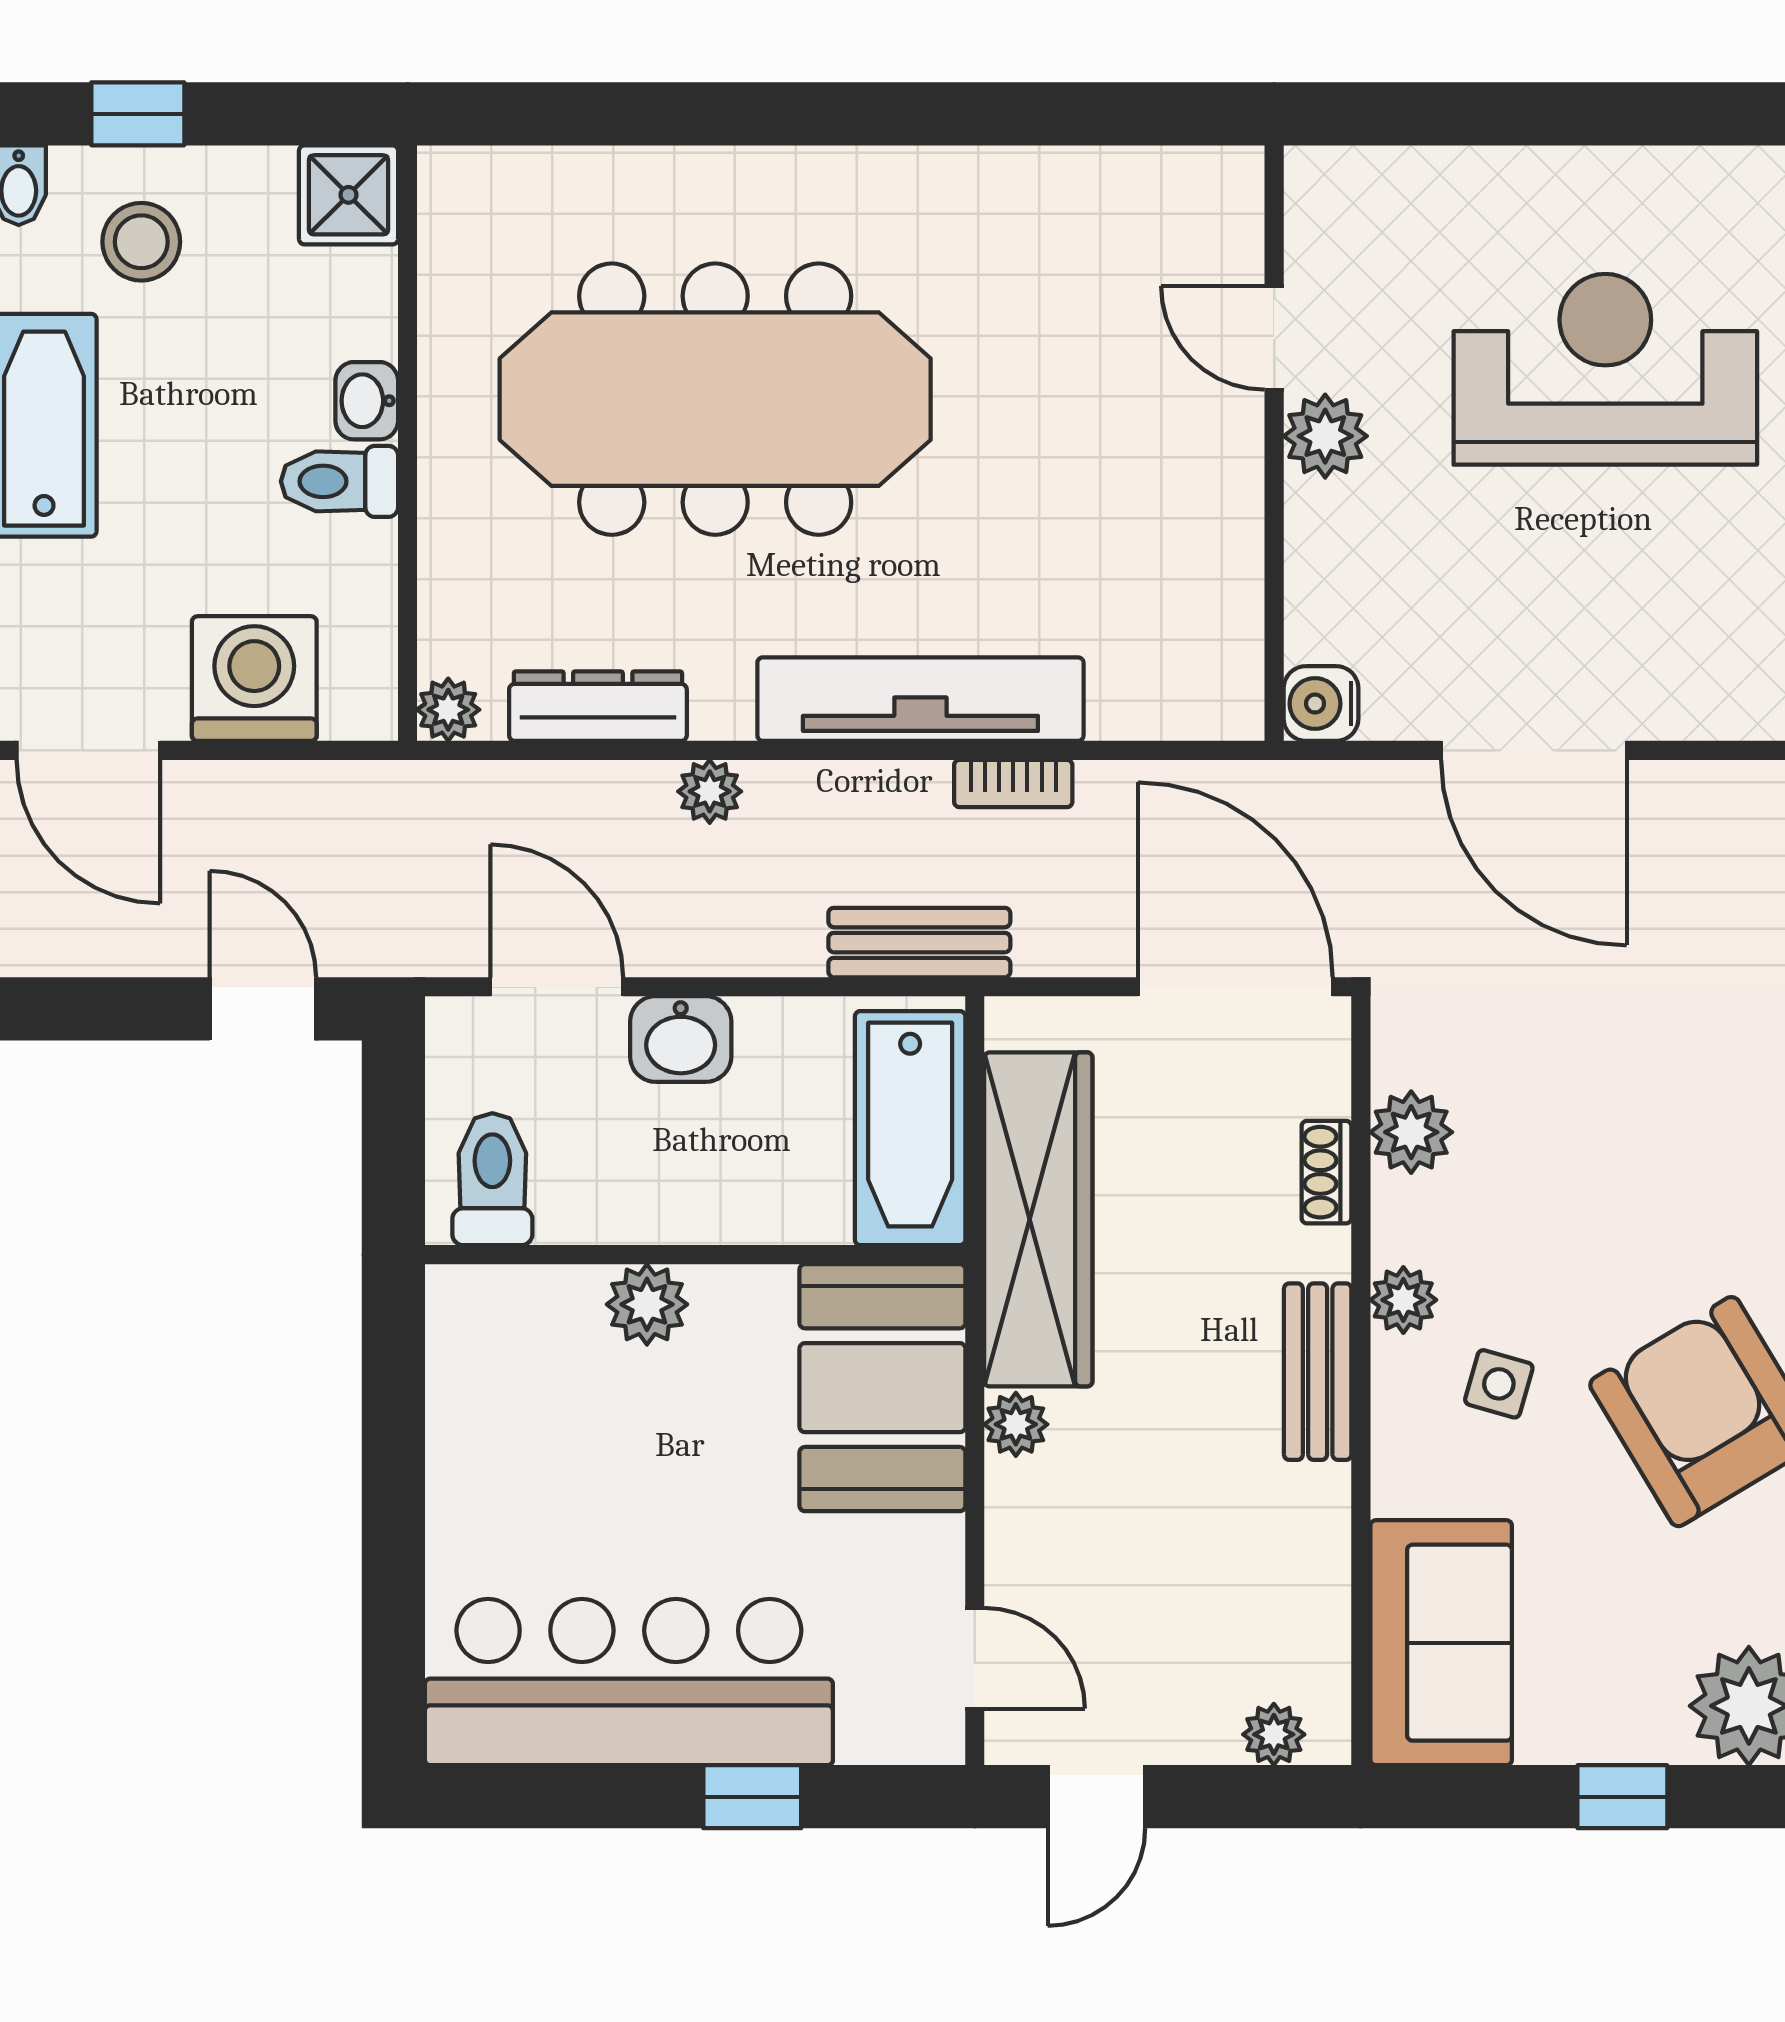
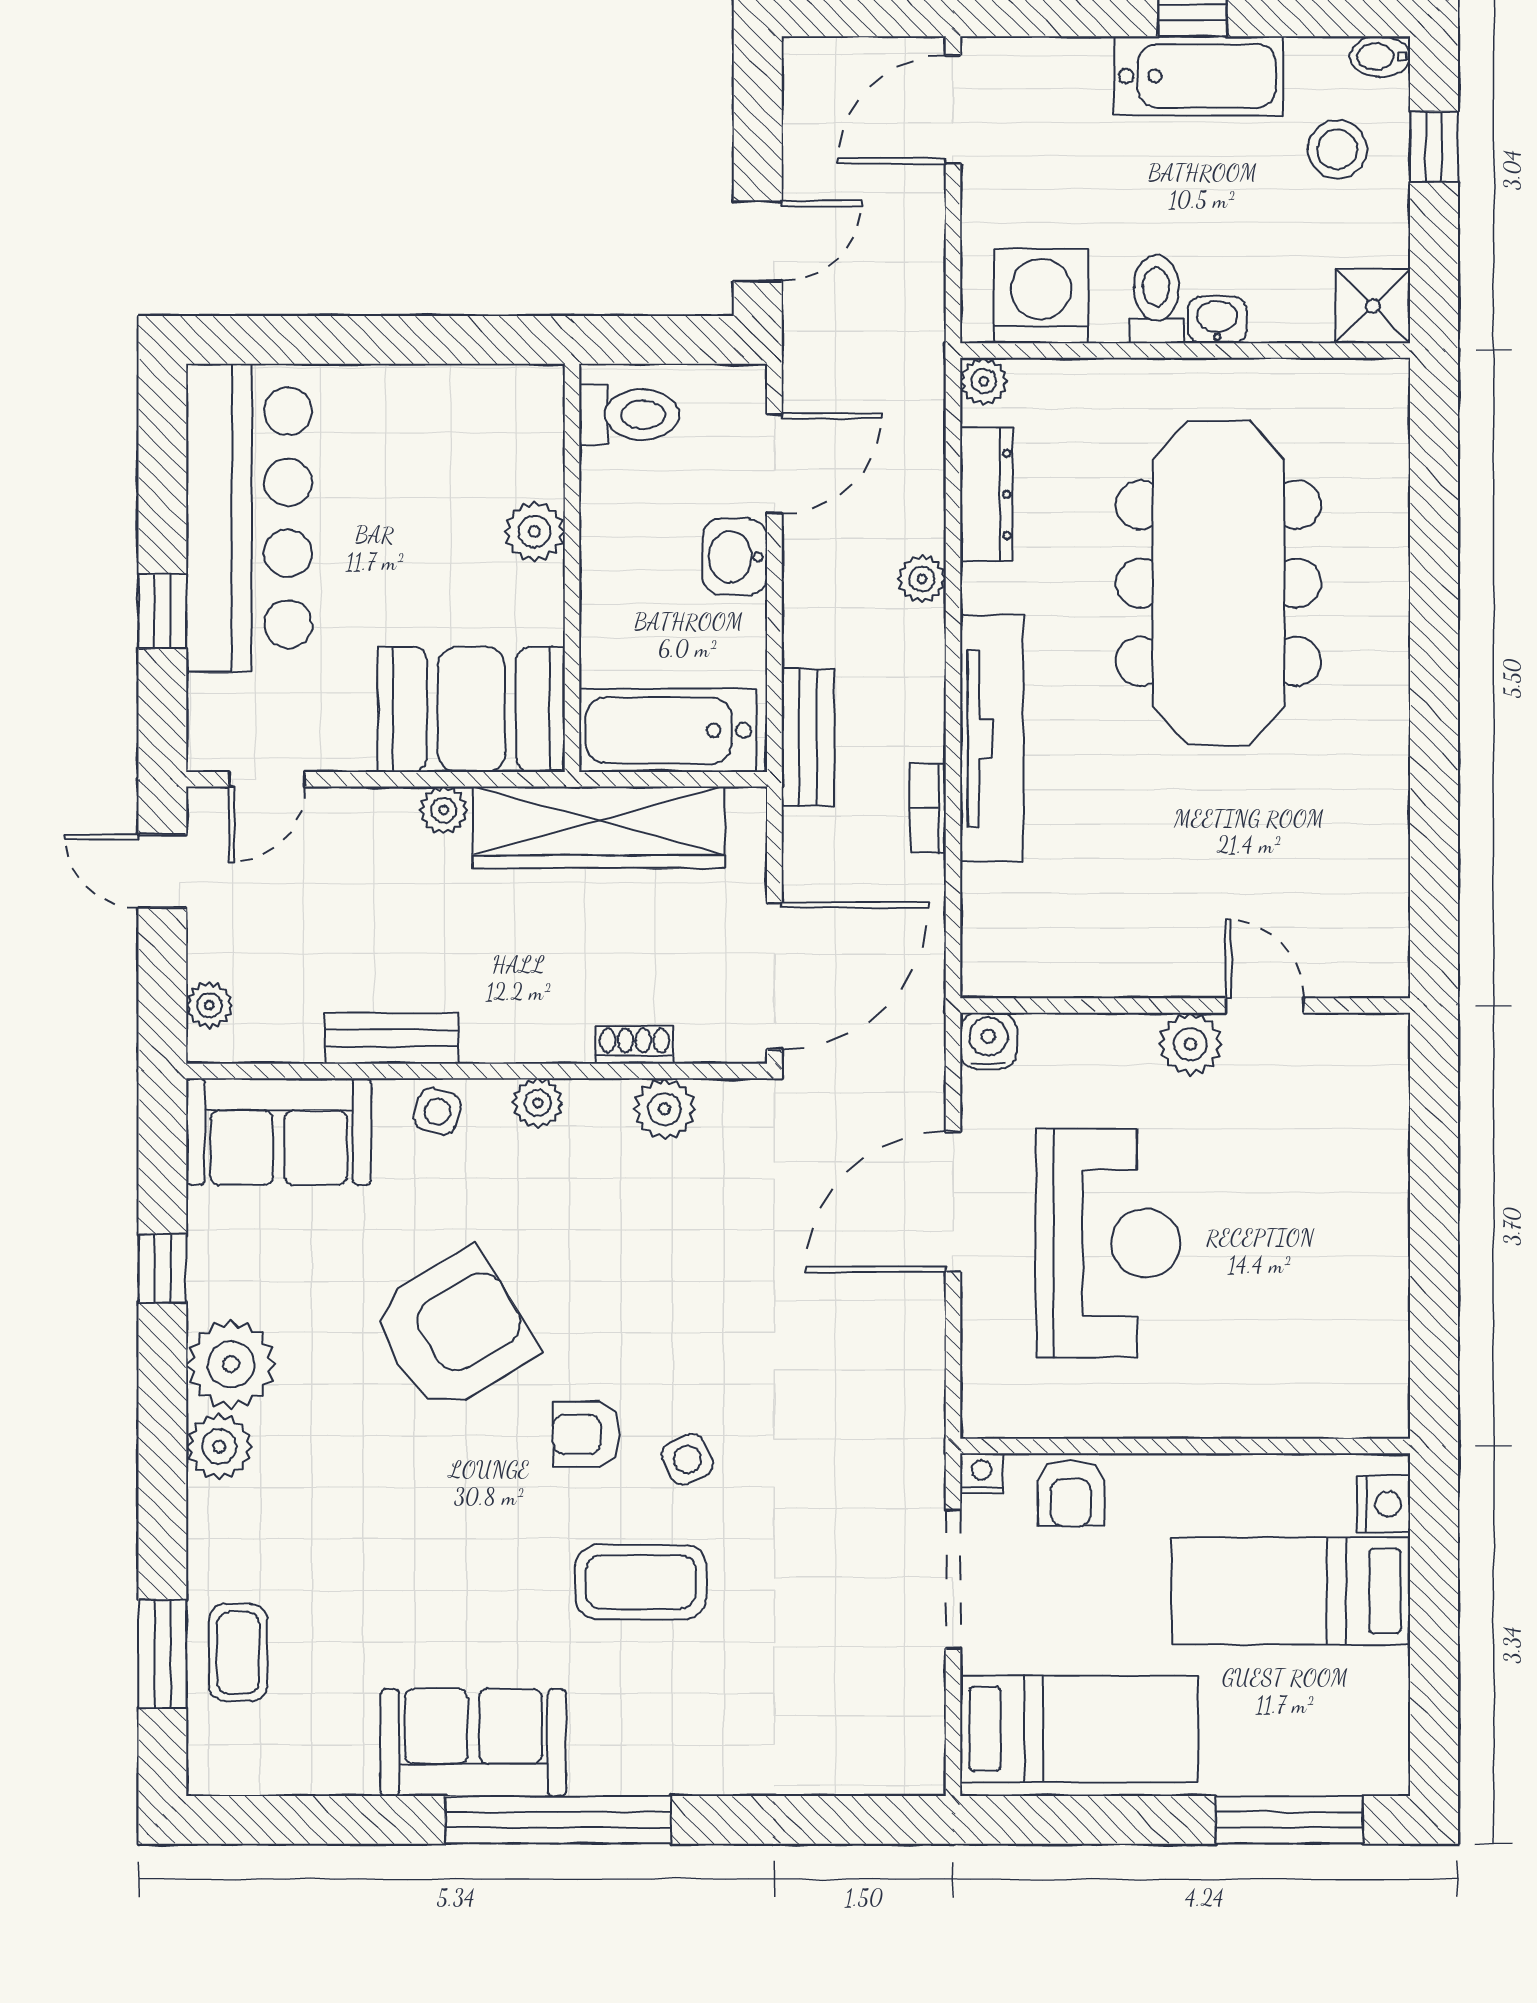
door: (1274, 338) -> (1265, 1005), hinge flipped
reception desk: (1605, 369) -> (1108, 1243), moved
washing machine: (254, 679) -> (1041, 296), moved, turned -90
bench: (1318, 1372) -> (392, 1038), moved
side table: (1499, 1384) -> (437, 1112), moved

